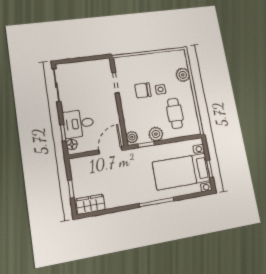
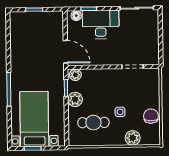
chair: (143, 90) -> (151, 116), moved
desk: (78, 124) -> (101, 24), width x1.37
wardrobe: (90, 204) -> (17, 26), removed

